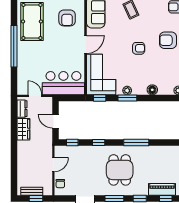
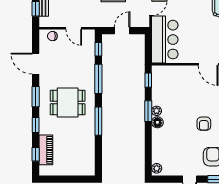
corner sofa: (101, 75) -> (174, 82), removed
floor lamp: (152, 90) -> (157, 122), moved
window: (99, 143) -> (98, 79), width x2.17

